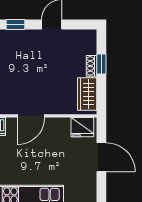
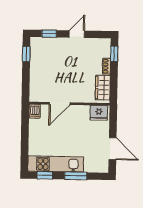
window: (101, 64) -> (114, 54), moved
door: (101, 157) -> (113, 149), moved

